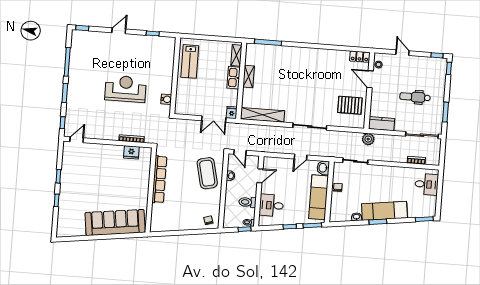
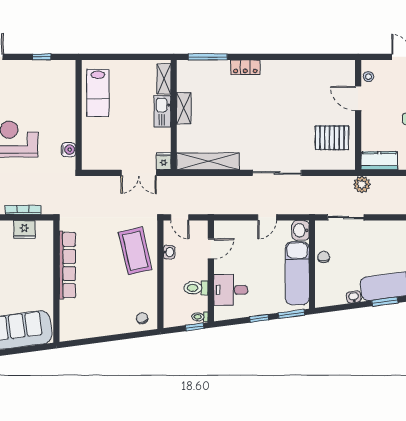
locker: (360, 57) -> (245, 67), moved

